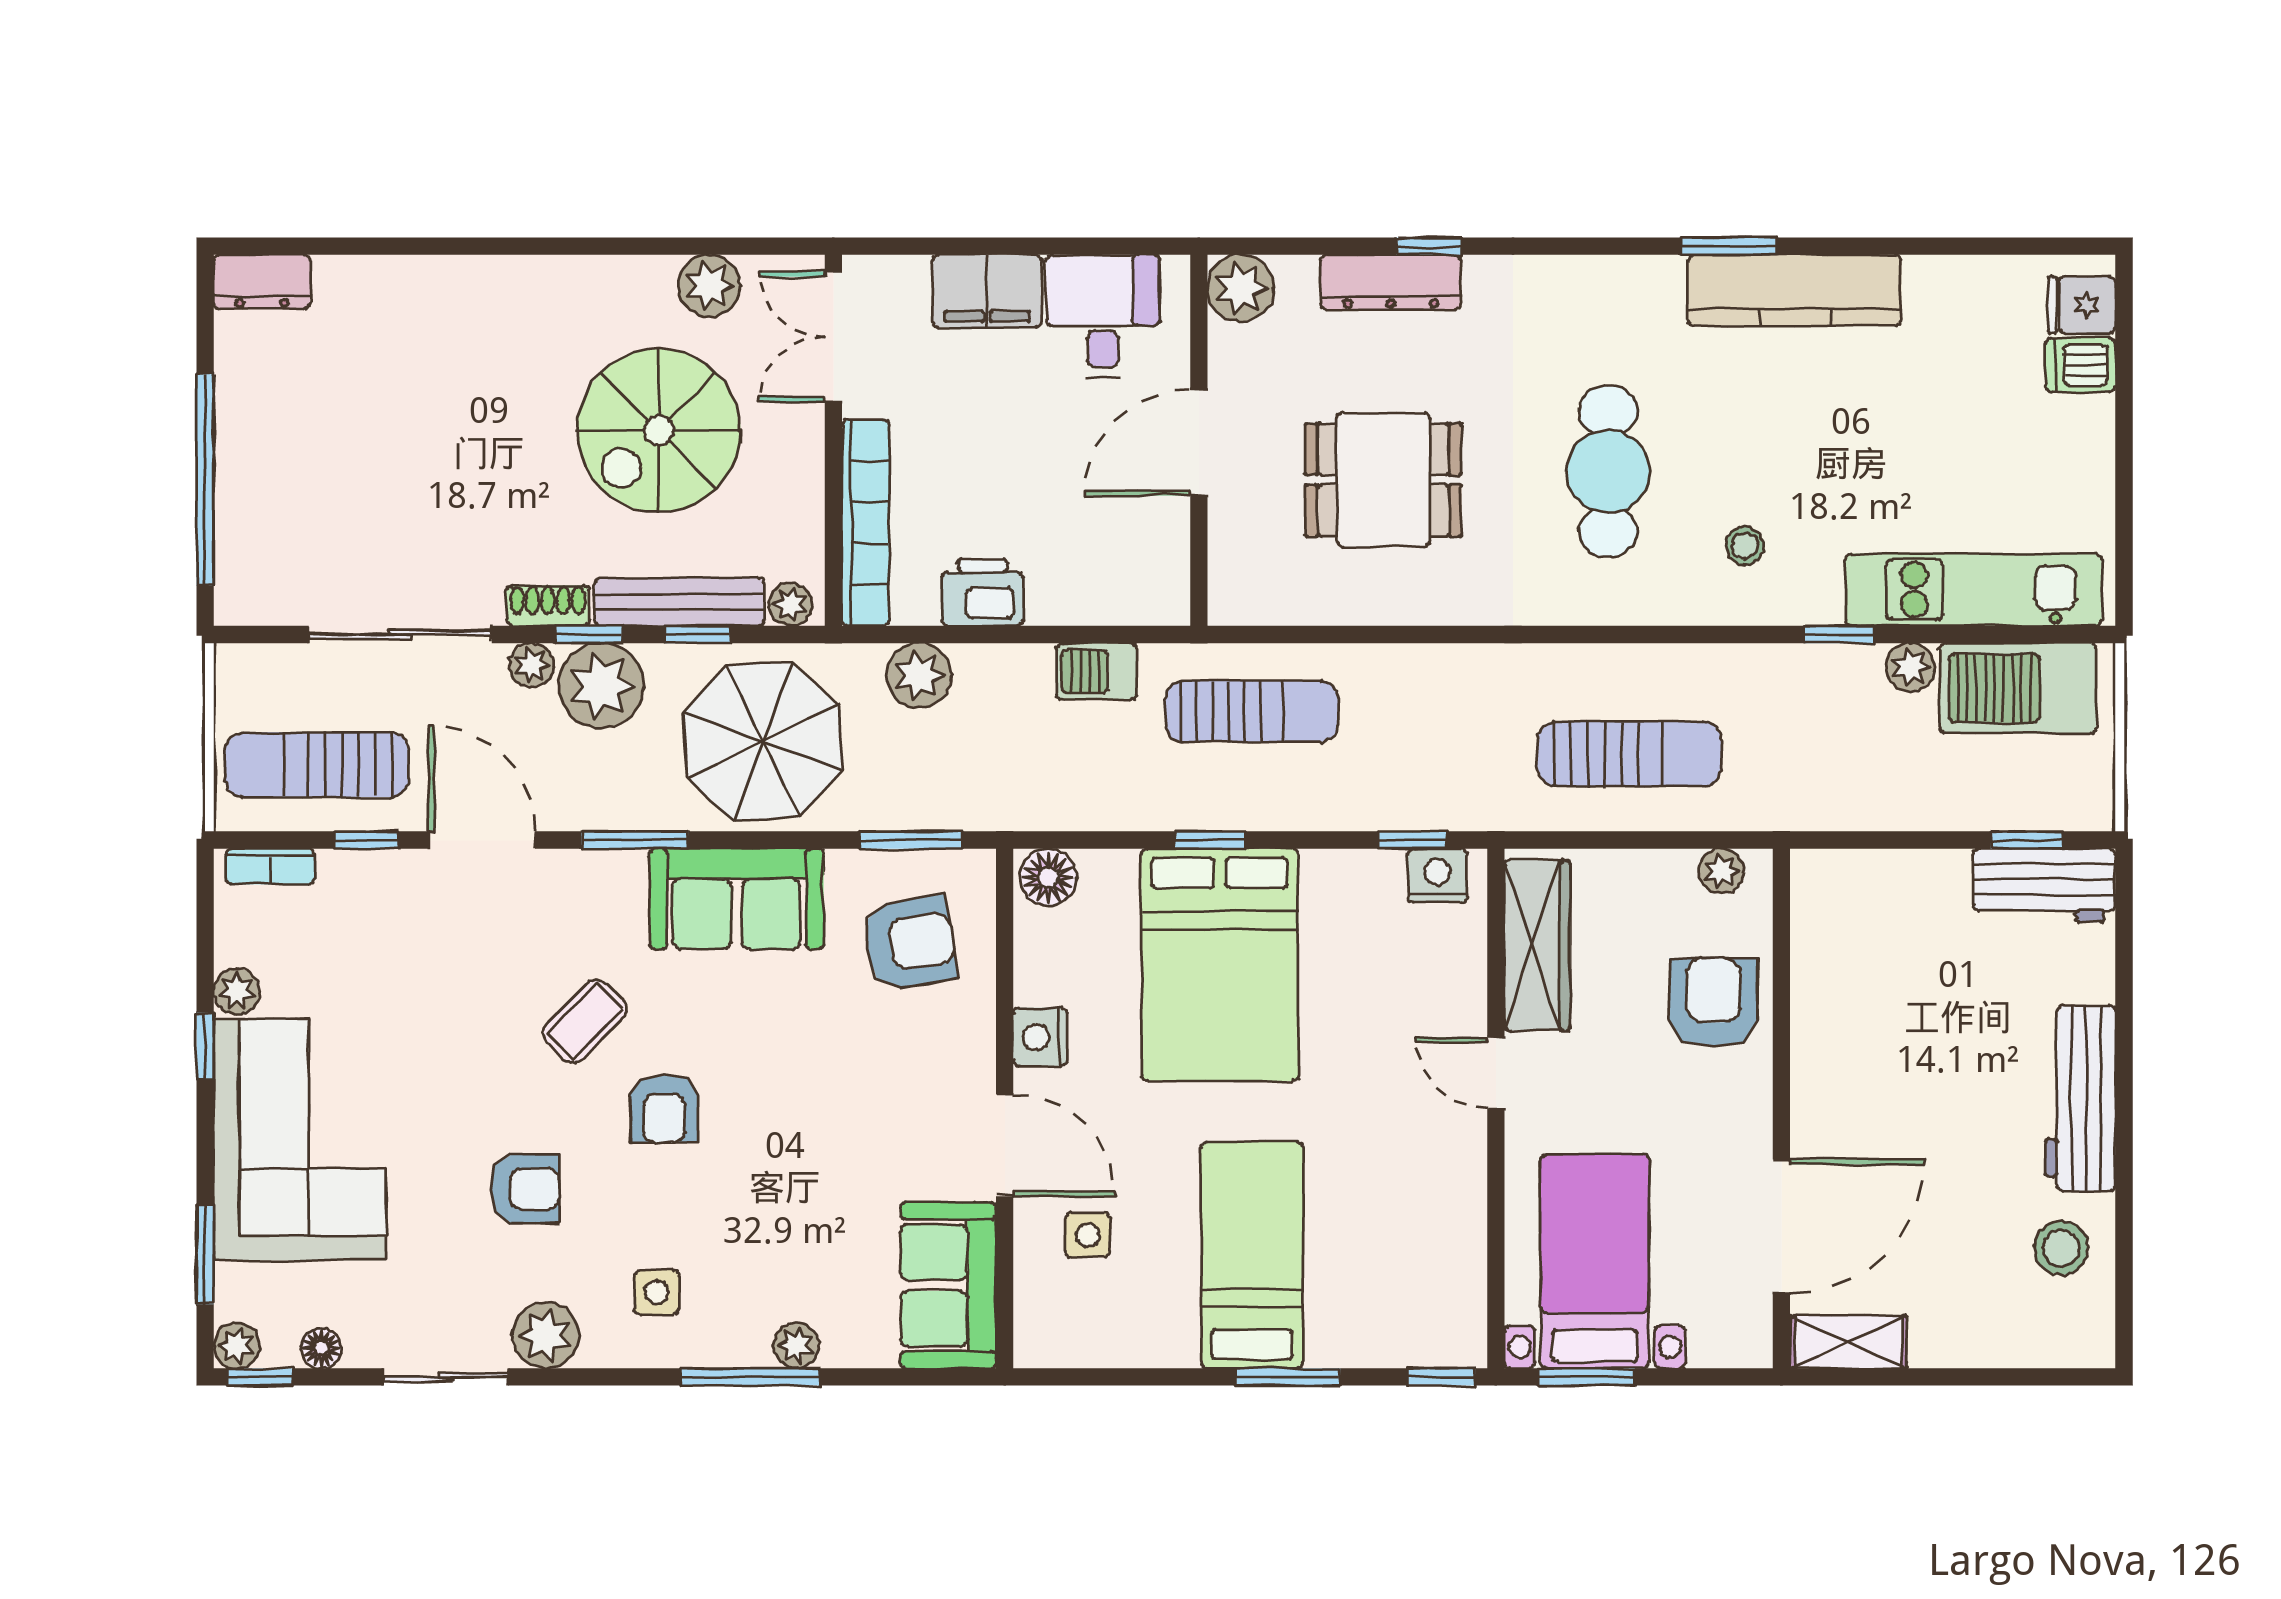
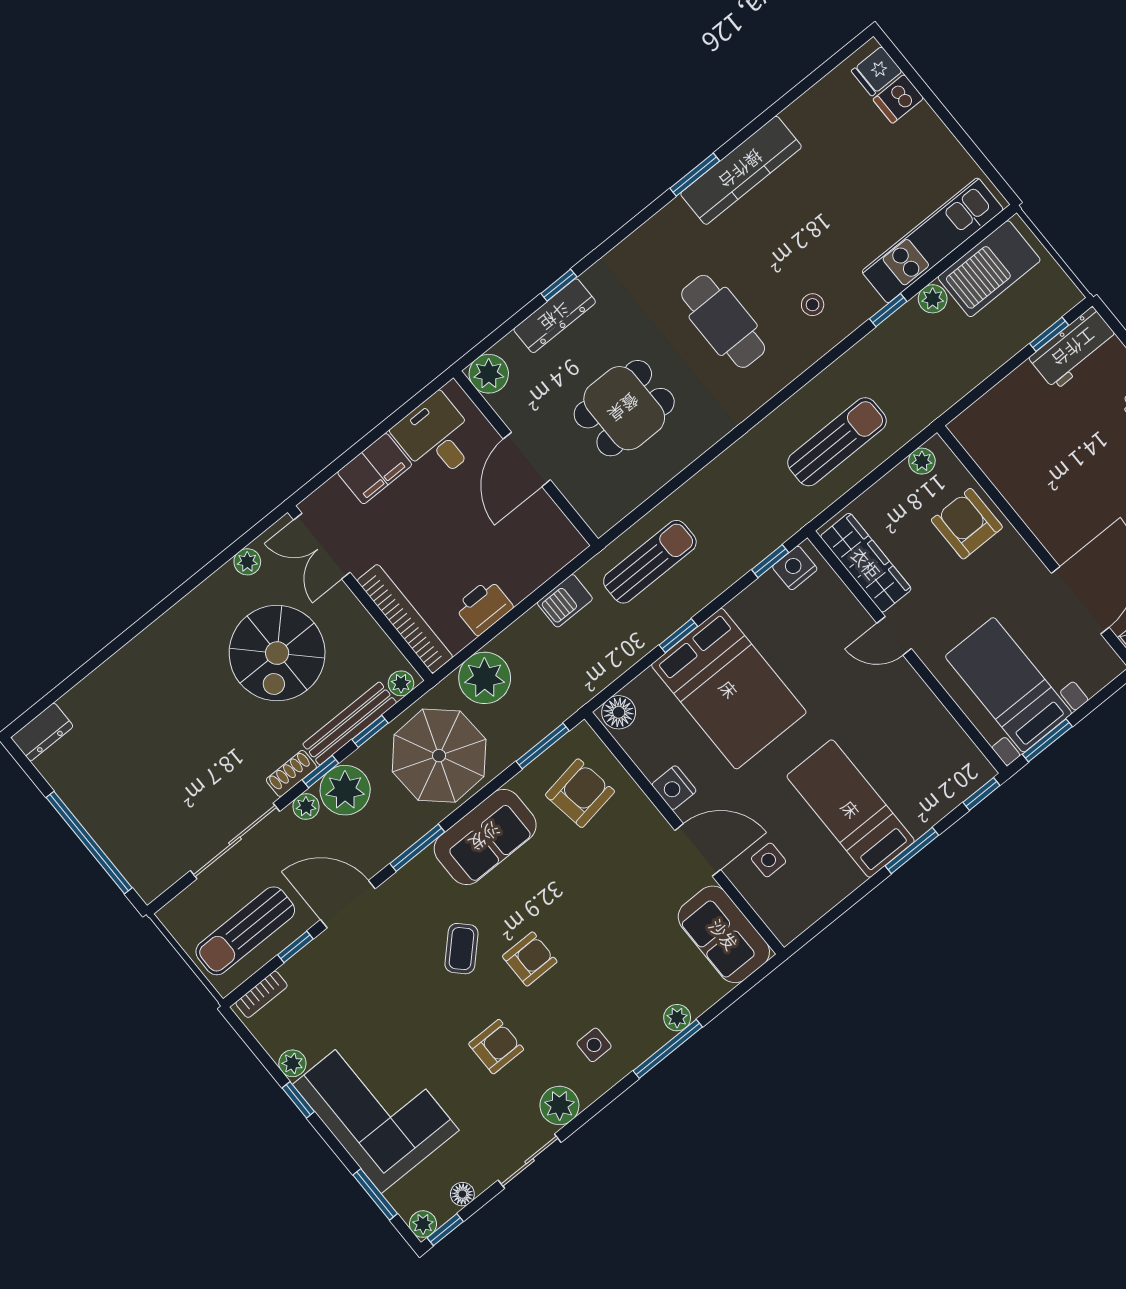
plant: (709, 286) -> (247, 562), width x0.73, depth x0.73
plant: (919, 675) -> (485, 678), width x1.36, depth x1.36
armchair: (664, 1109) -> (530, 959), turned -90

